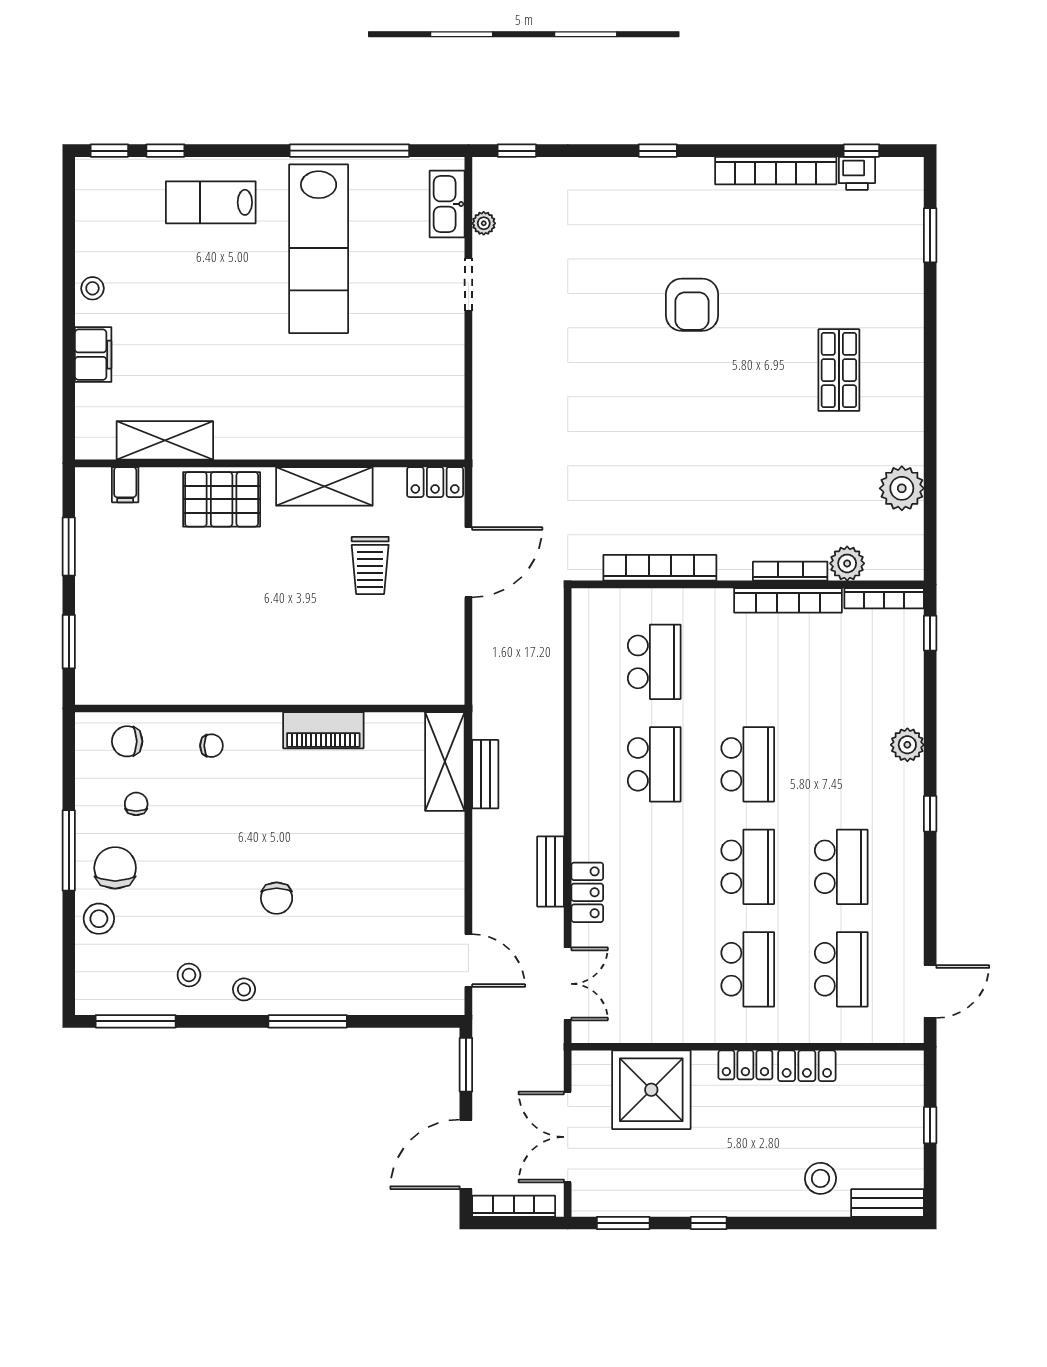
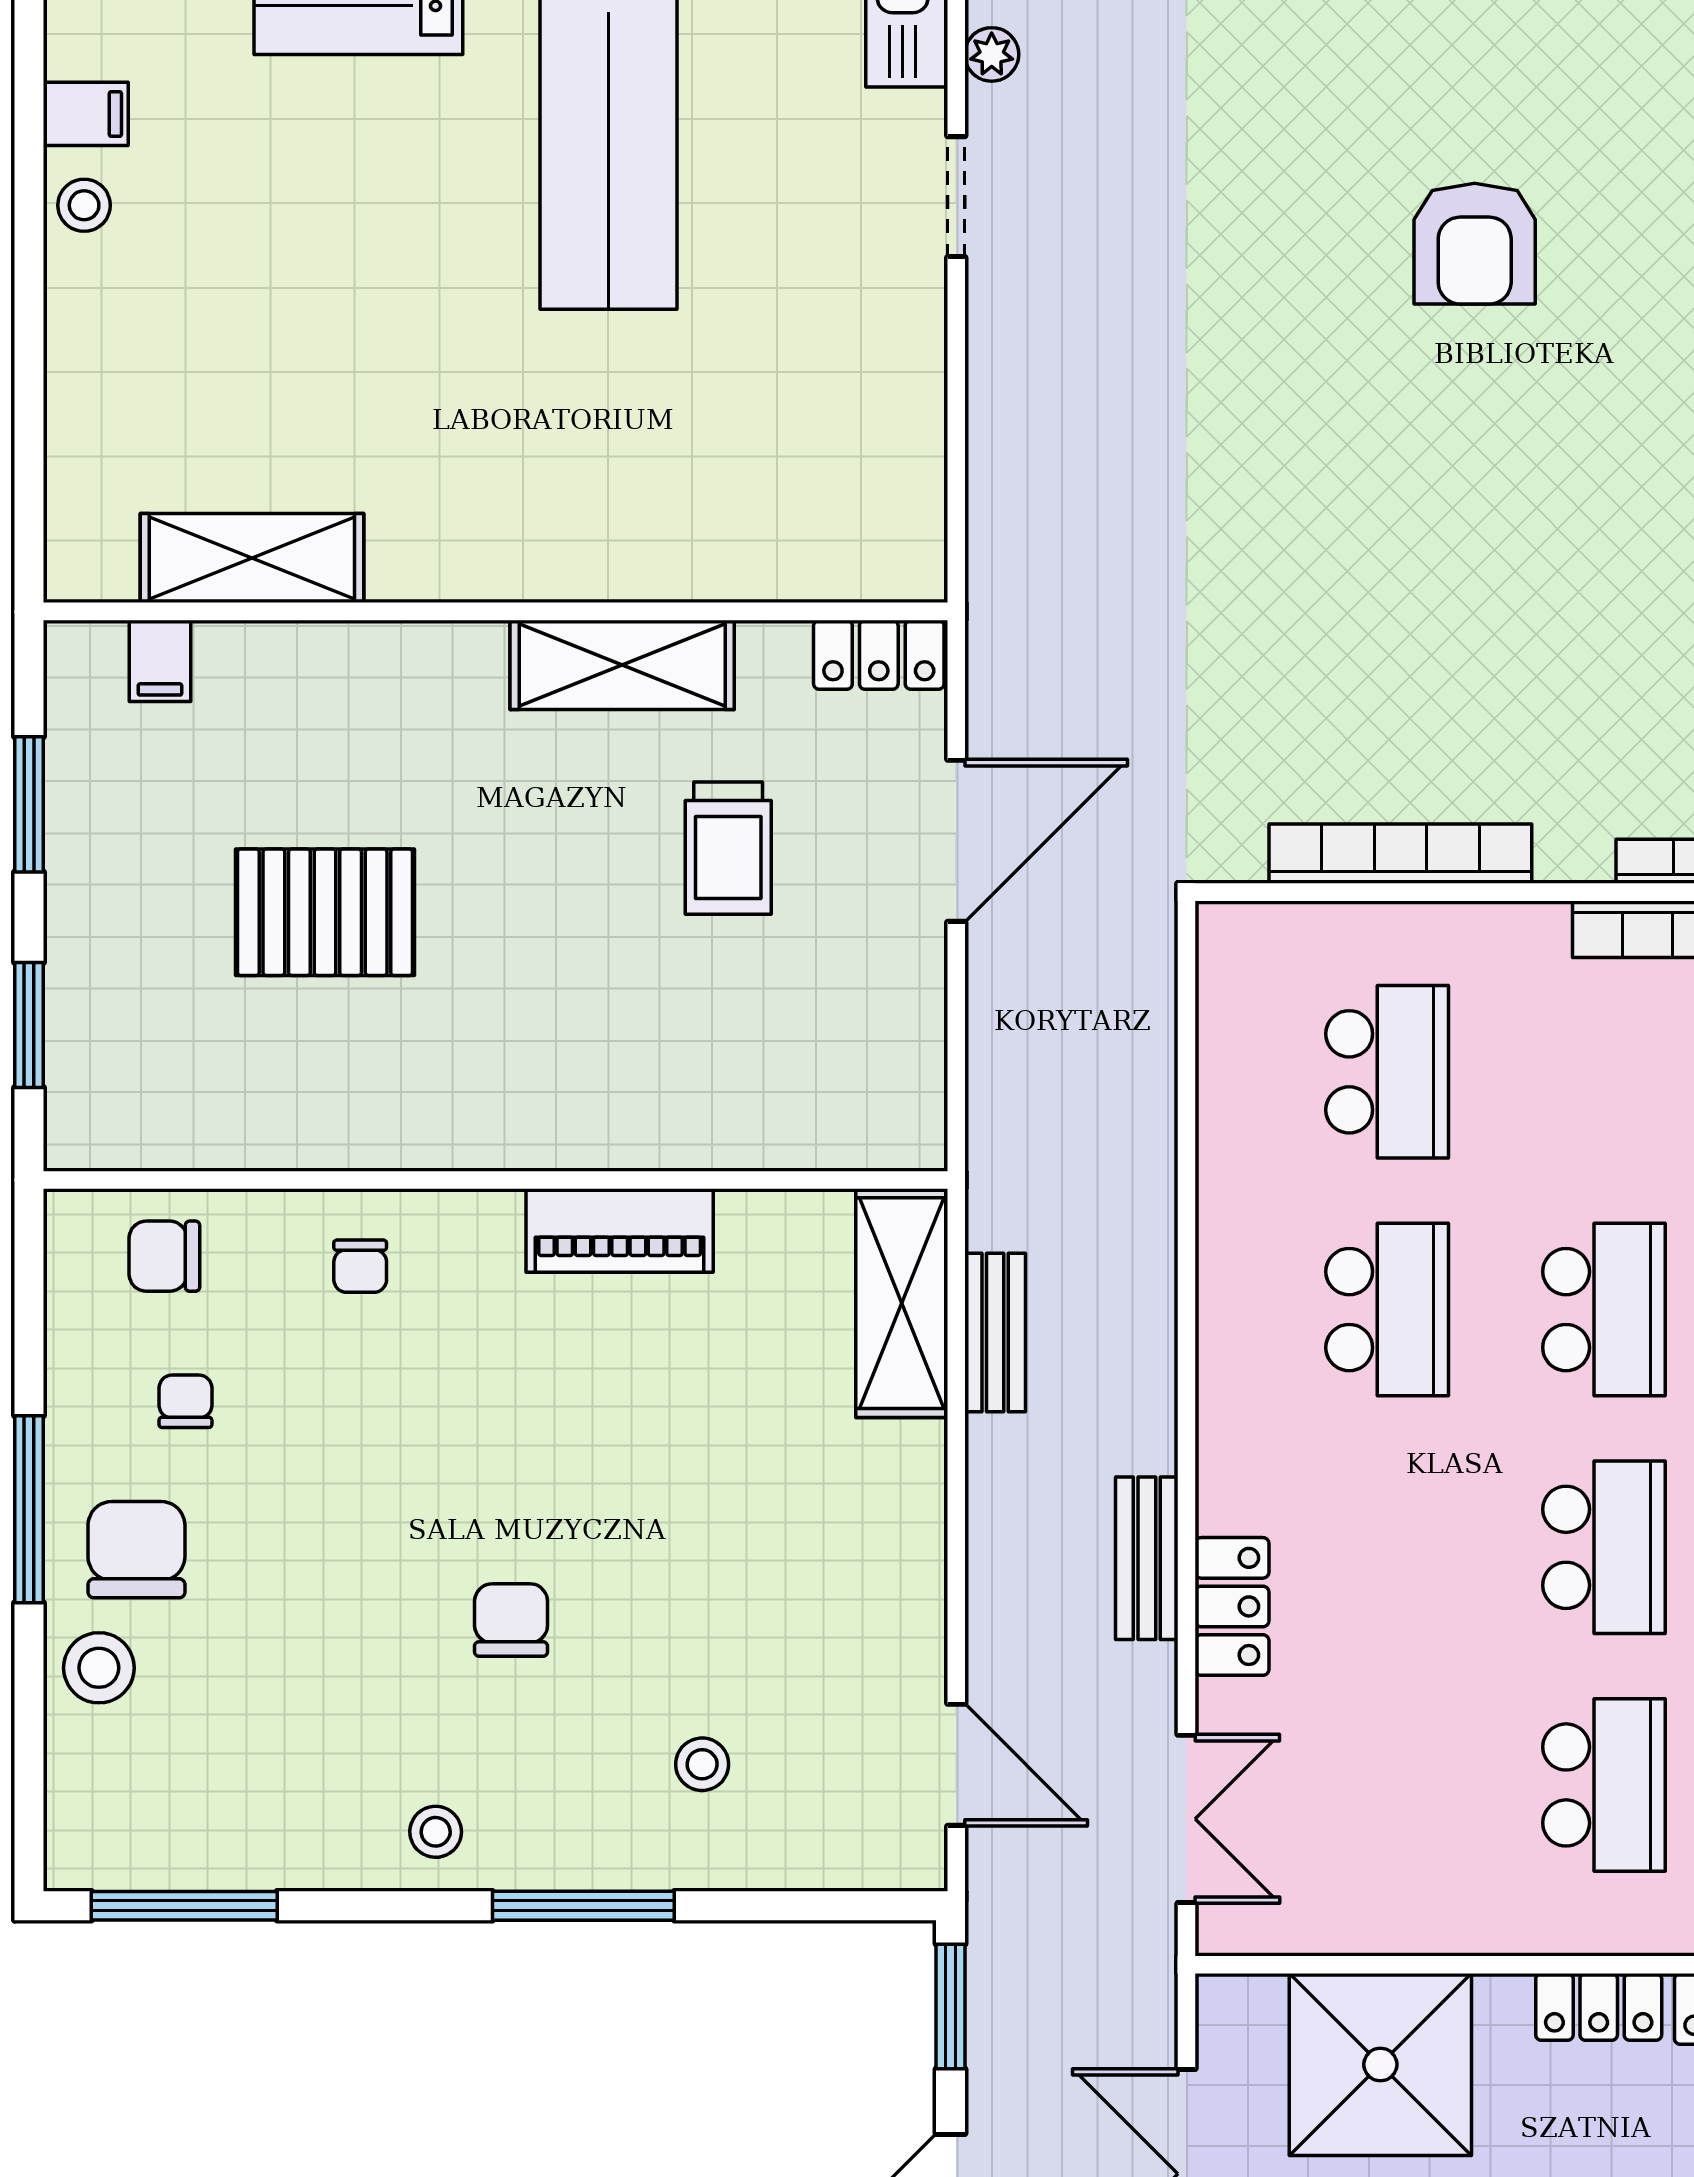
filing cabinet: (93, 355) -> (86, 114), moved, width x0.50
pallet: (222, 499) -> (325, 912), moved
chair: (211, 746) -> (360, 1266), turned 90
chair: (277, 898) -> (511, 1620), turned 180
stool: (189, 975) -> (702, 1764), moved

